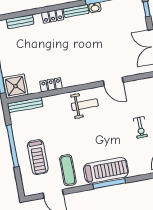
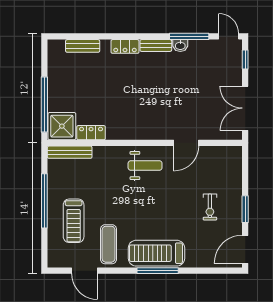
door: (113, 81) -> (186, 143), hinge flipped
locker: (51, 85) -> (91, 133), moved
treadmill: (106, 170) -> (156, 253), turned 180

